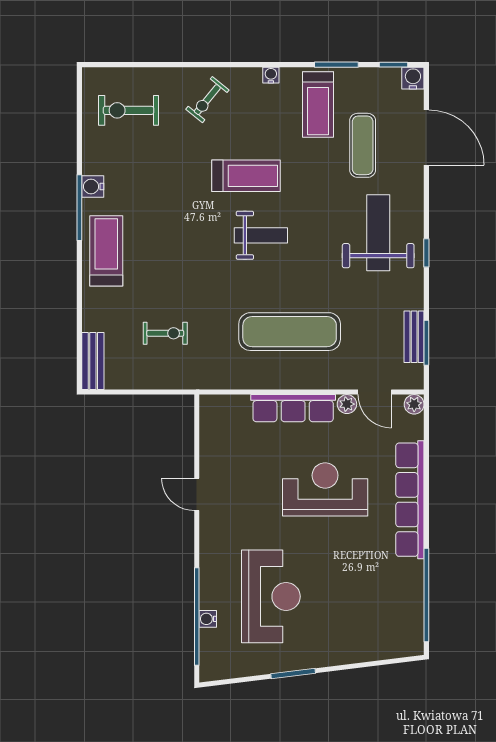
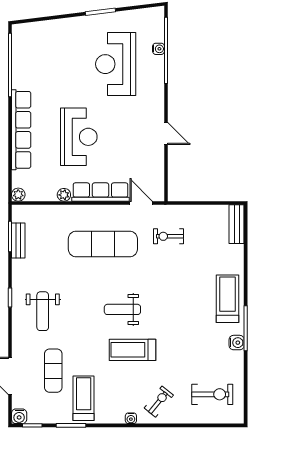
water cooler: (271, 75) -> (131, 418), moved
weight bench: (378, 233) -> (43, 311), width x0.73, depth x0.75
treadmill: (106, 251) -> (227, 299), turned 180
exercise bike: (165, 333) -> (169, 236), moved
door: (375, 392) -> (141, 203), moved
reception desk: (325, 489) -> (79, 137), turned -90

